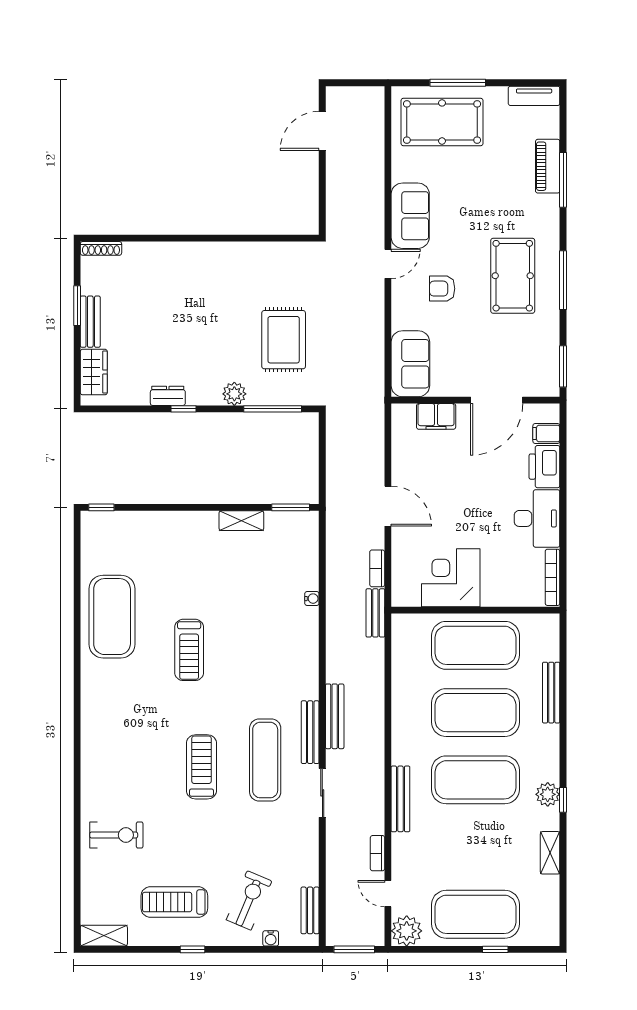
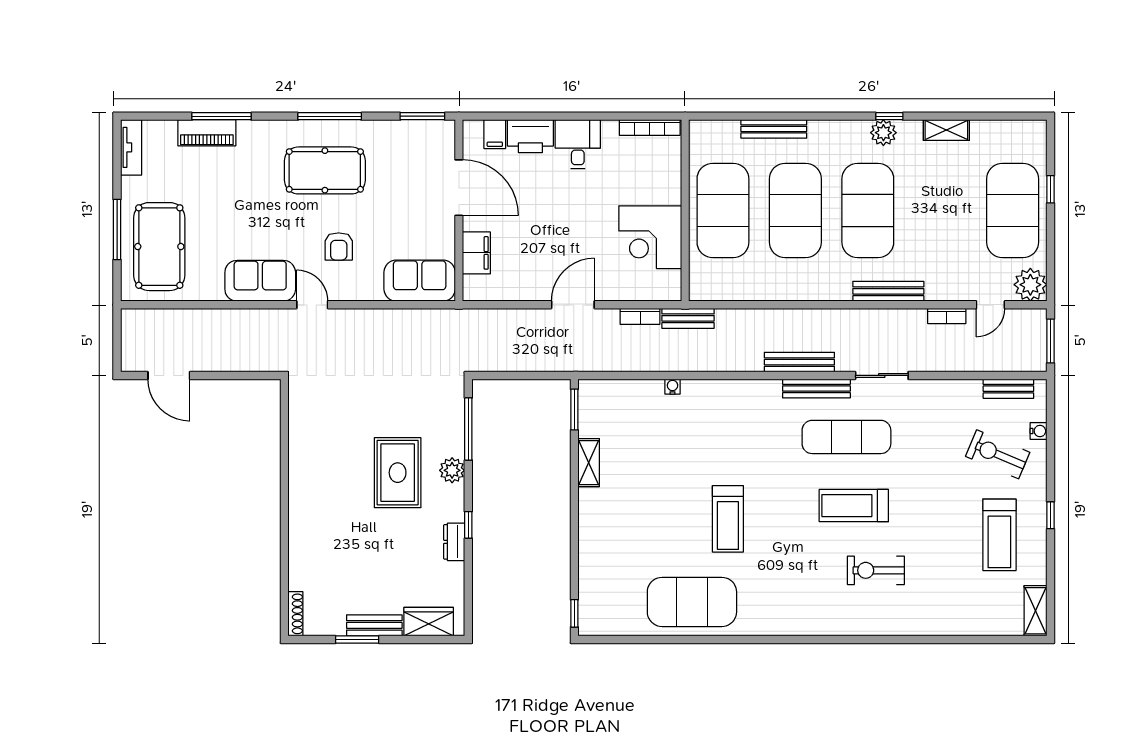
rug: (284, 340) -> (398, 473), moved, turned 90
desk: (537, 518) -> (578, 144), width x0.73
treadmill: (189, 650) -> (728, 519), turned 90
exercise bike: (116, 835) -> (876, 570), moved, turned -90

